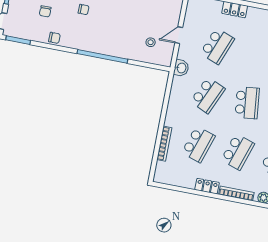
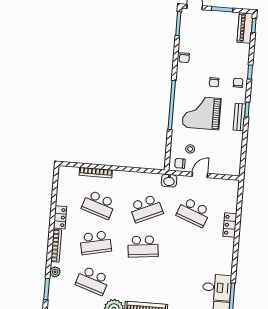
chair: (45, 11) -> (180, 163), moved
grand piano: (114, 26) -> (202, 113), added
door: (179, 35) -> (200, 175), hinge flipped
school desk: (208, 95) -> (146, 209), turned -48
school desk: (238, 152) -> (96, 243), turned -30

